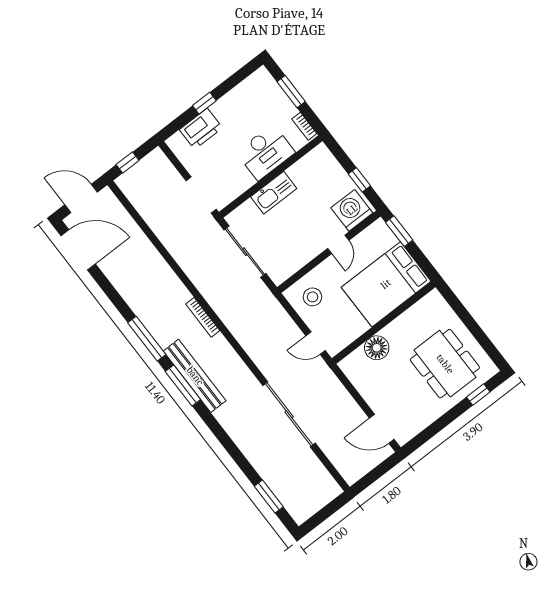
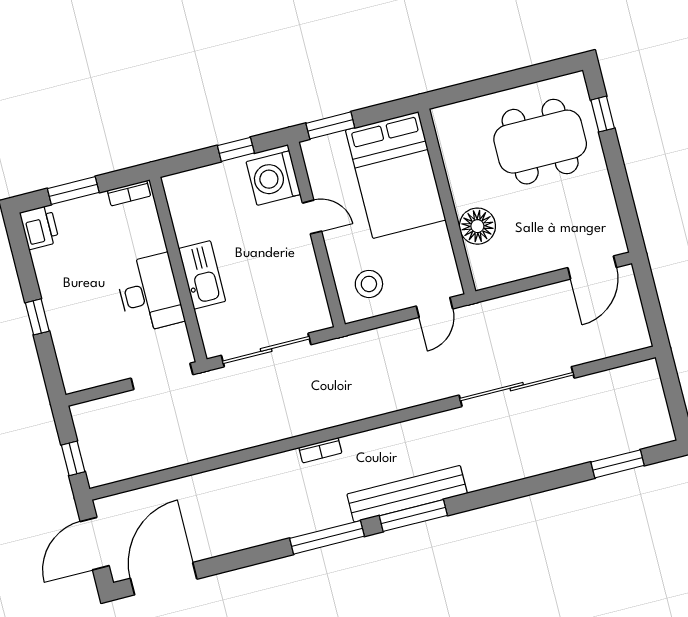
printer: (201, 129) -> (39, 227), moved, width x0.73, depth x0.84
desk: (266, 152) -> (149, 293), moved
bookcase: (203, 317) -> (320, 450), width x0.64

